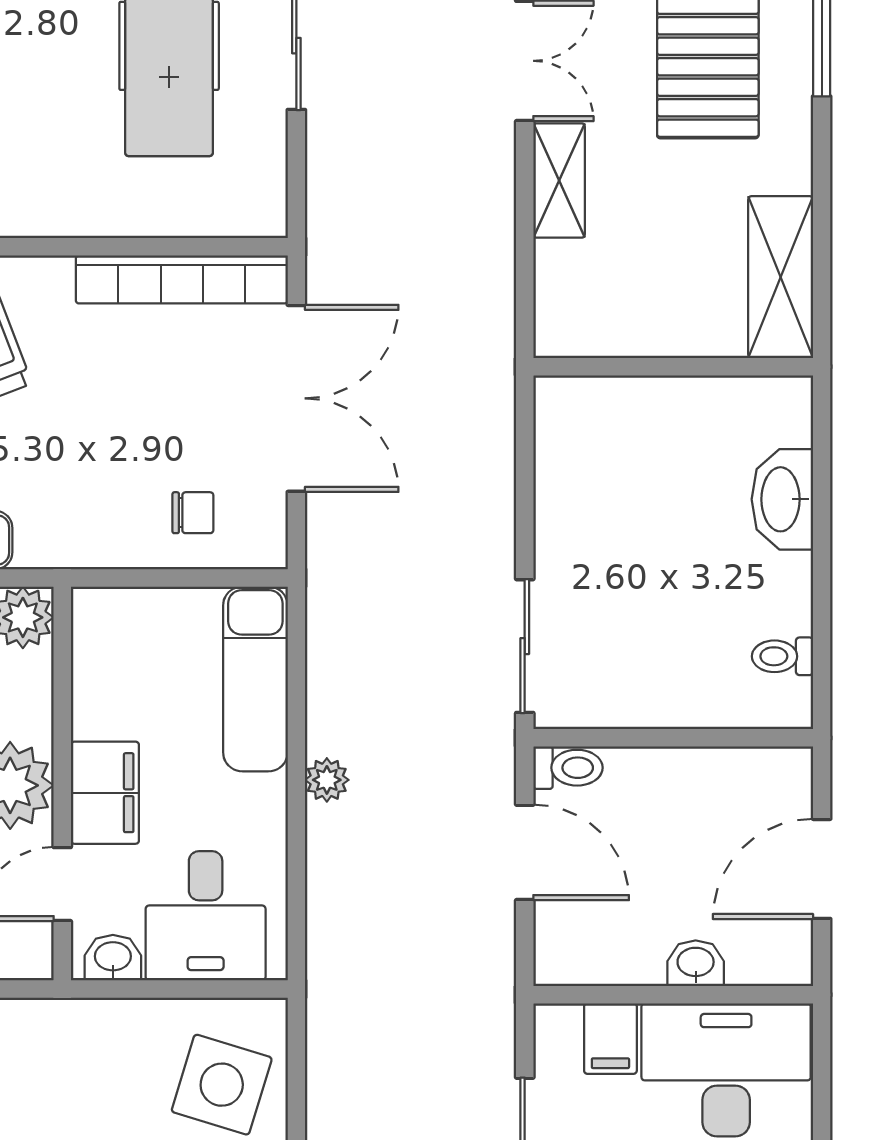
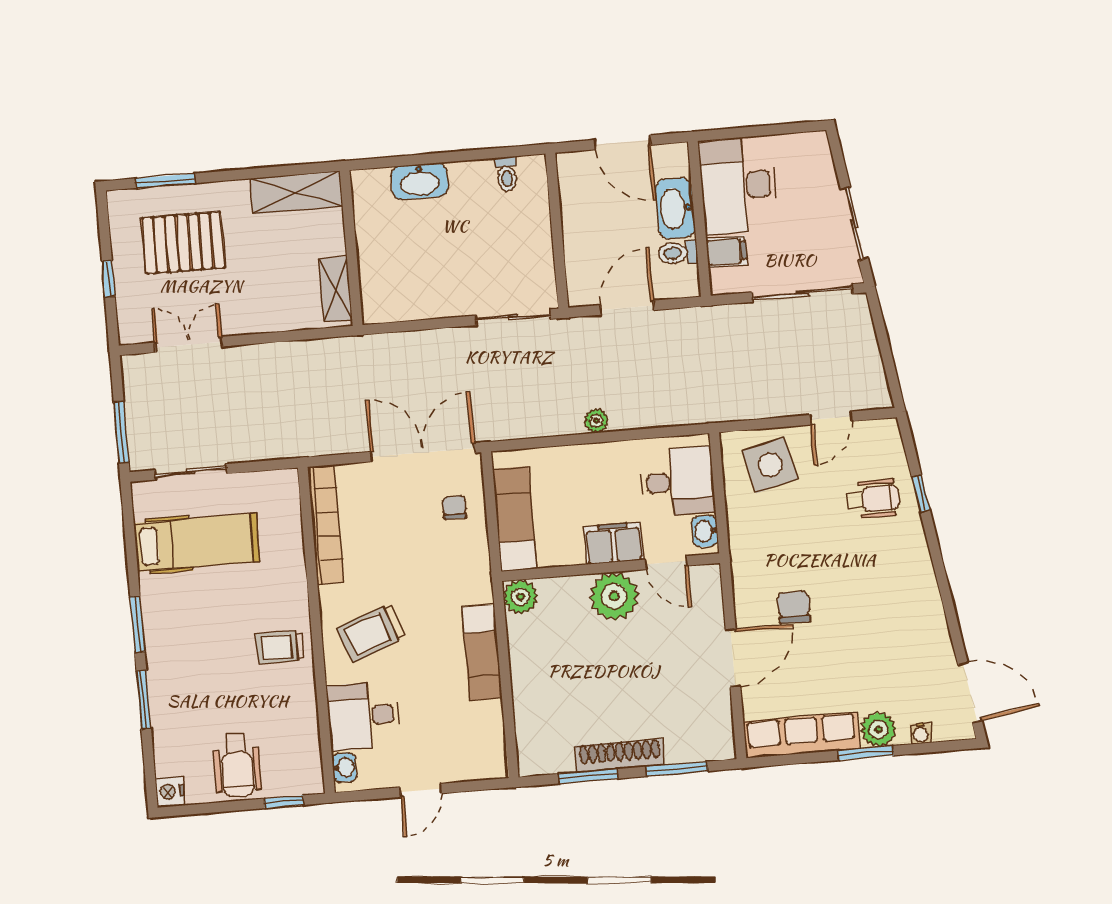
shelving: (559, 181) -> (335, 289), moved, turned 90
double door: (296, 398) -> (423, 452), moved
exam couch: (255, 679) -> (515, 519), moved, turned -90
toilet: (568, 768) -> (678, 253), moved, turned -90
washbasin: (696, 963) -> (675, 208), width x1.91, depth x1.45
side table: (222, 1085) -> (770, 465), turned -31

